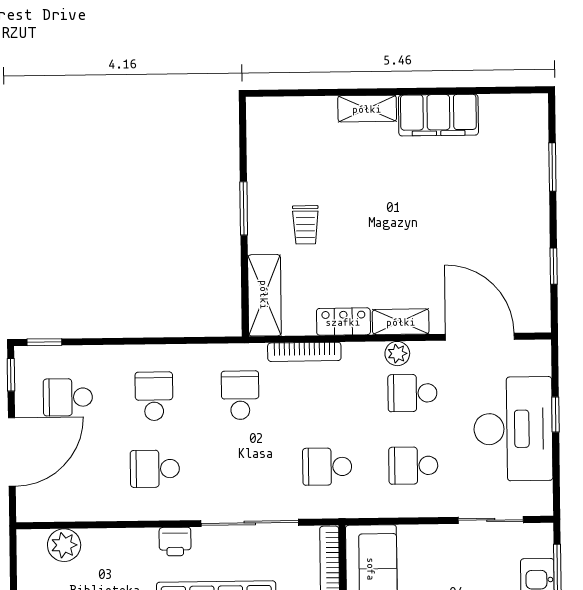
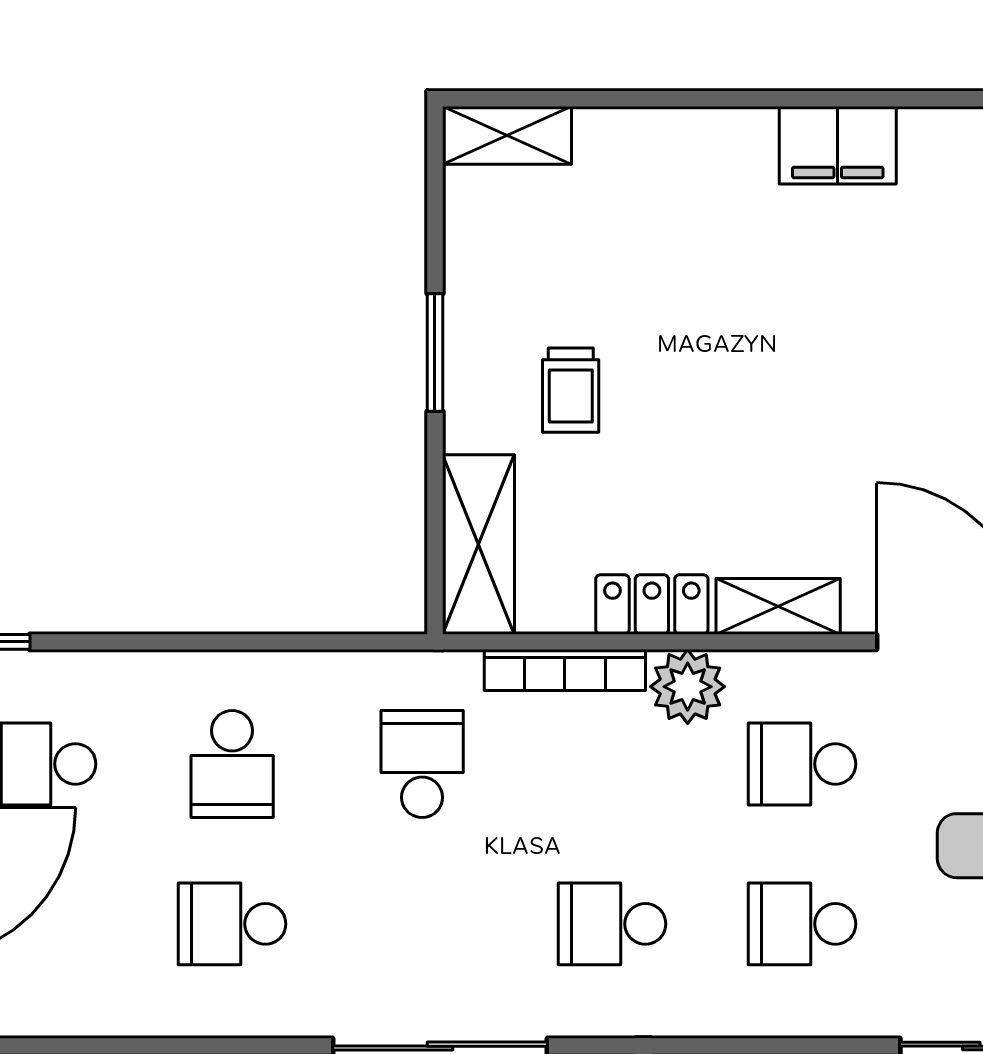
shelving: (367, 109) -> (507, 135), moved
filing cabinet: (438, 115) -> (838, 145), width x0.67, depth x0.86
plant: (397, 354) -> (688, 687), moved, width x1.38, depth x1.38
school desk: (154, 396) -> (232, 764), turned 180

